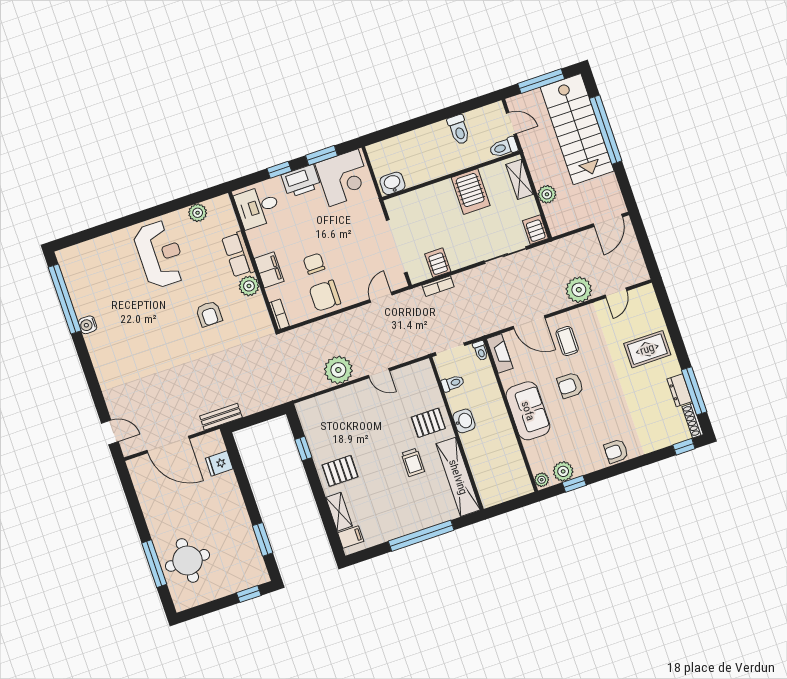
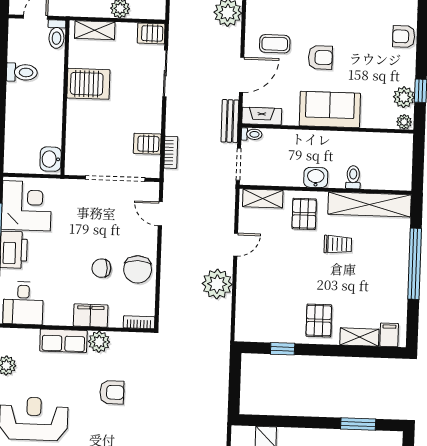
shelving: (428, 382) -> (263, 198), added
toilet: (453, 383) -> (353, 177), moved
armchair: (570, 385) -> (320, 57), turned -90
bench: (221, 417) -> (230, 121), moved
armchair: (616, 451) -> (404, 36), turned 90

